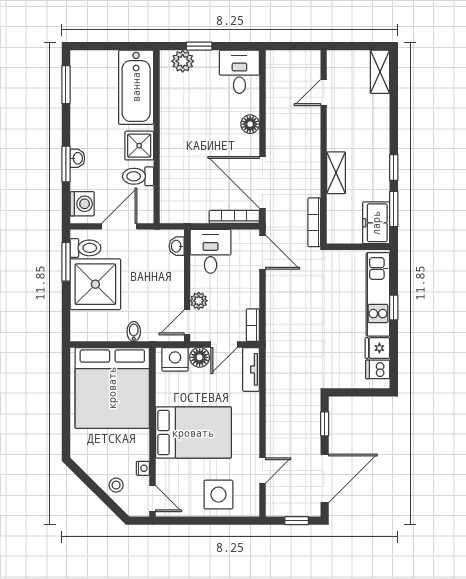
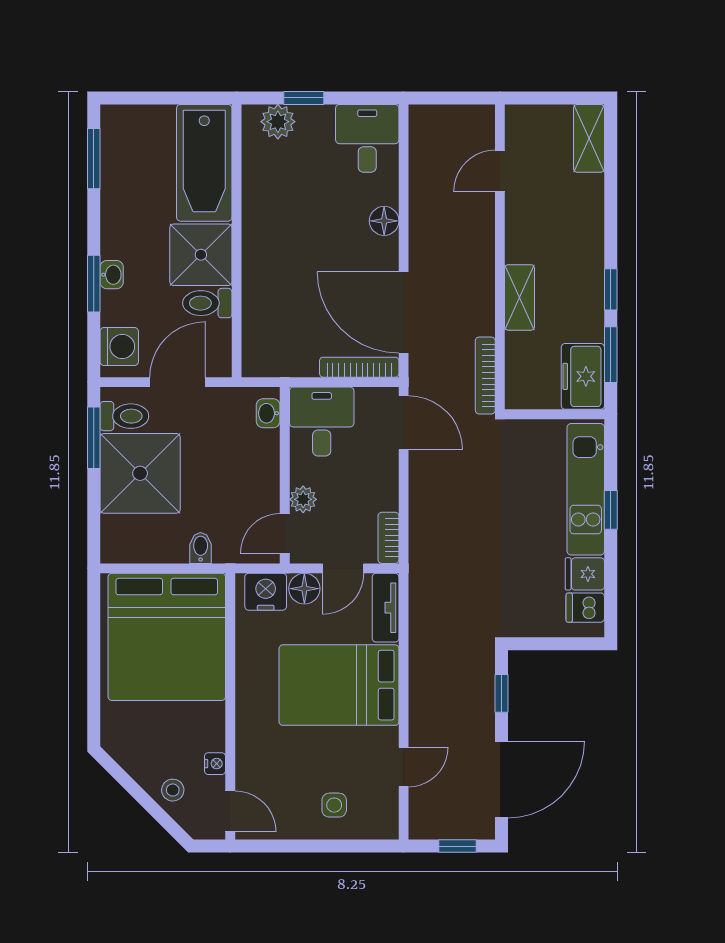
shower: (139, 146) -> (201, 255), width x1.36, depth x1.36
bed: (193, 433) -> (339, 685), moved, turned 180
side table: (218, 495) -> (334, 805), width x0.54, depth x0.54

